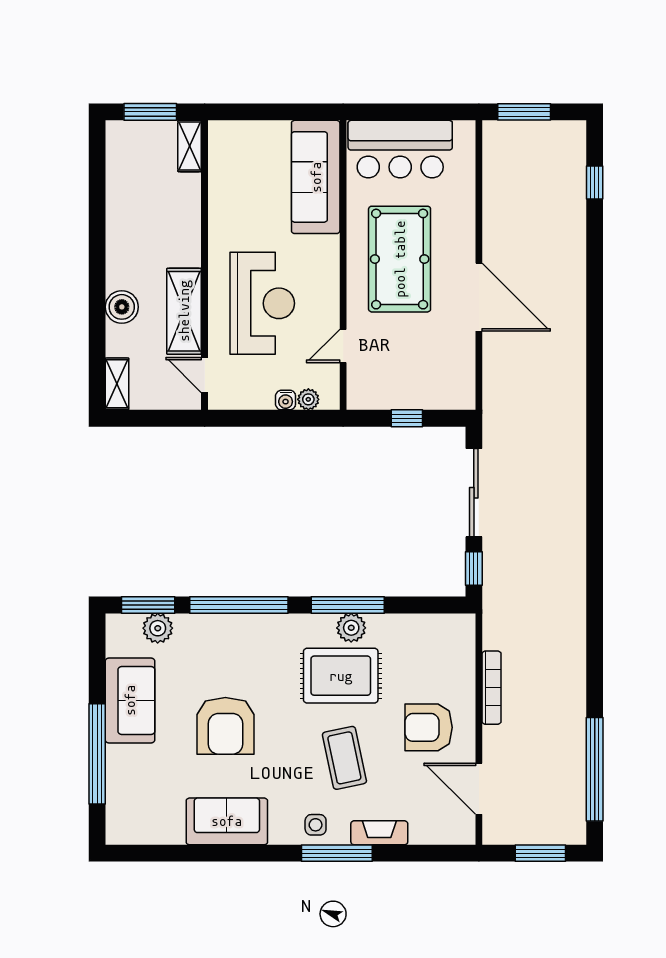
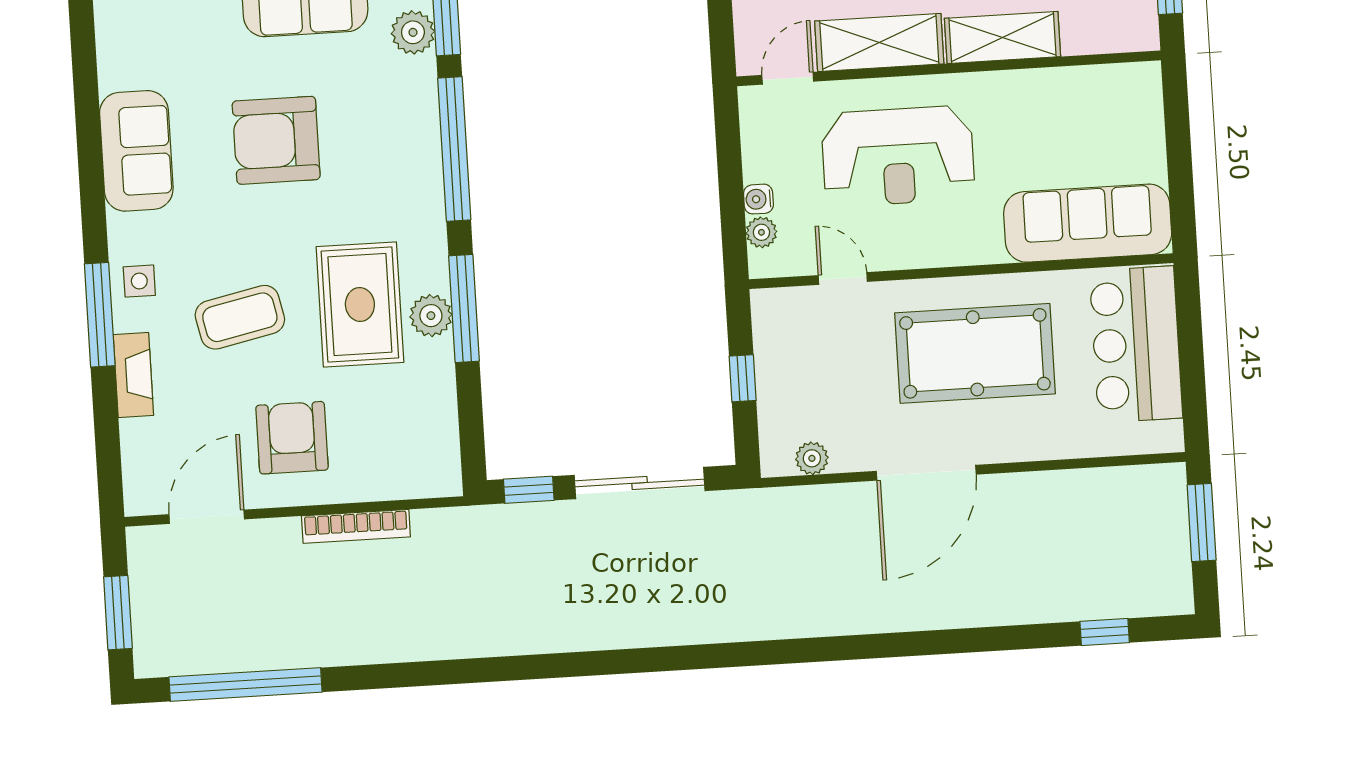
shelving: (190, 146) -> (1002, 37), moved, width x1.50, depth x1.33
plant: (464, 374) -> (812, 458), added

